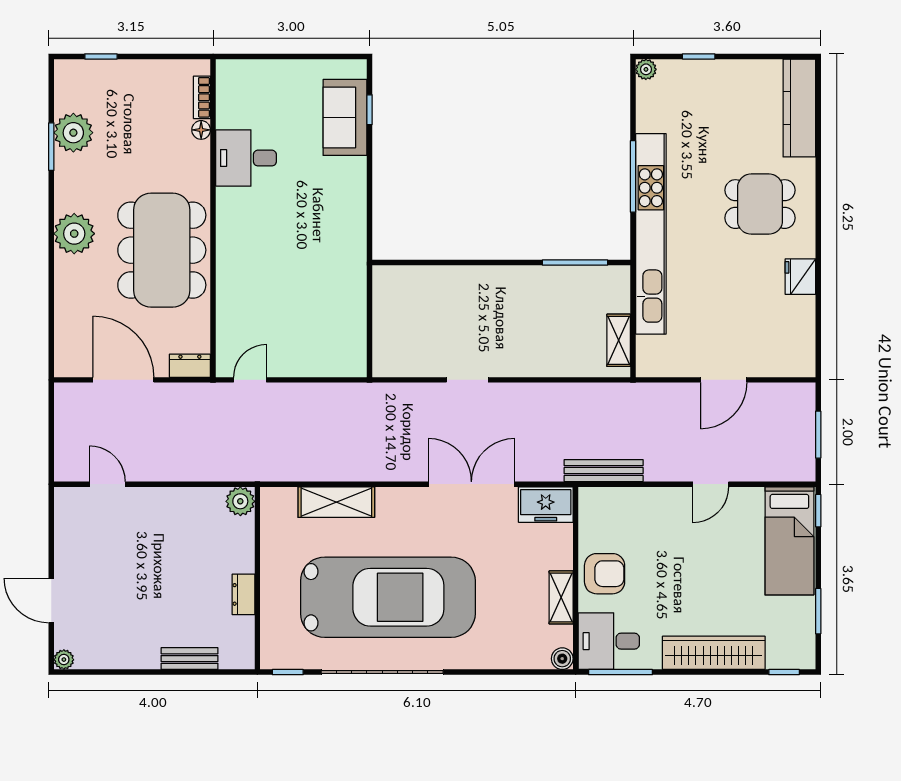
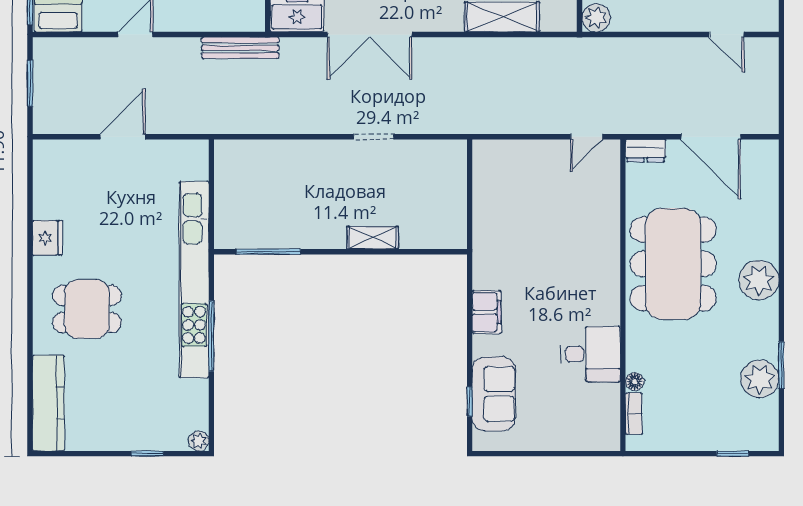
filing cabinet: (352, 201) -> (487, 312), added
shelving: (619, 340) -> (373, 238), moved, turned 90

